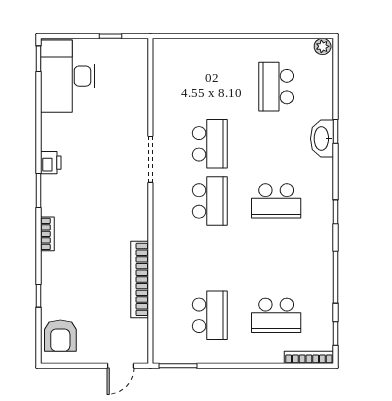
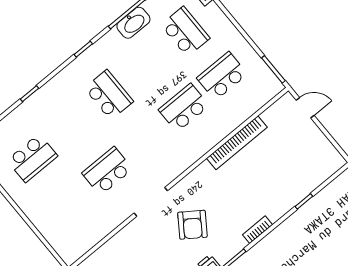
washbasin: (322, 139) -> (133, 23), moved
school desk: (210, 201) -> (184, 108), moved
armchair: (60, 336) -> (192, 225), moved, turned 125

